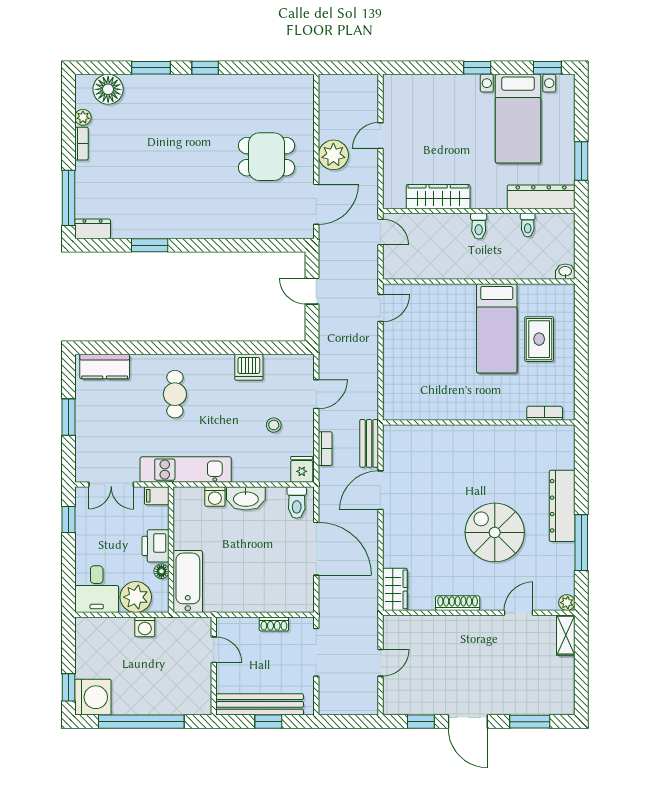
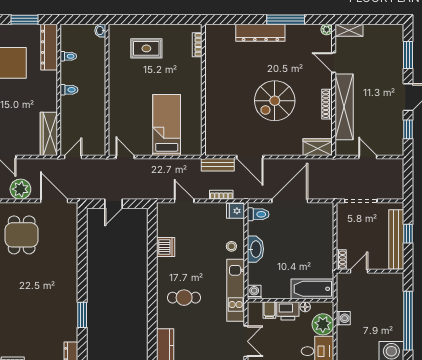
wardrobe: (438, 197) -> (49, 134), moved
bed: (497, 328) -> (167, 125), moved, turned -90
stool: (274, 425) -> (231, 246), moved
filing cabinet: (157, 496) -> (269, 310), moved
washing machine: (215, 497) -> (254, 292), moved, turned -90
spiral stairs: (495, 532) -> (275, 101), moved
shoe rack: (274, 624) -> (341, 260), moved
shelving: (454, 628) -> (344, 107), added

